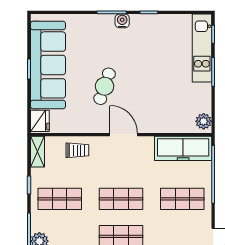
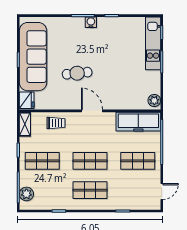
cafe table: (105, 86) -> (77, 73), turned 65

